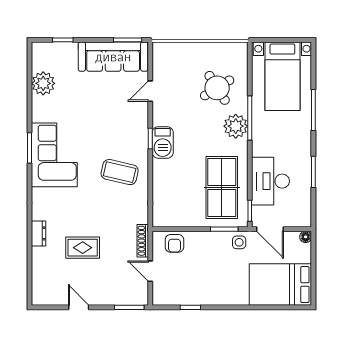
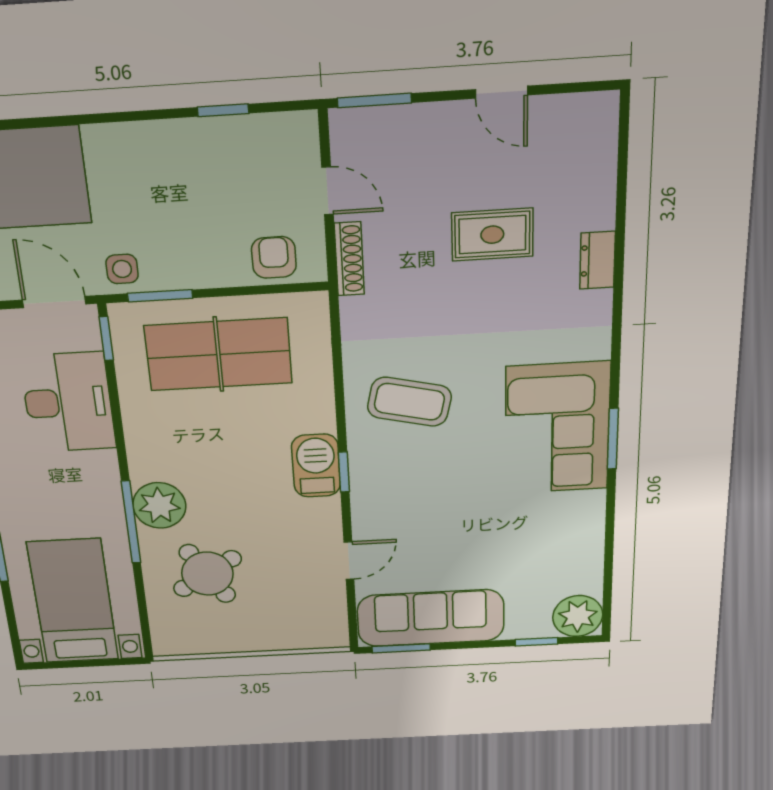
plant: (43, 83) -> (578, 616), moved
table tennis table: (222, 187) -> (218, 354), moved, turned 90

